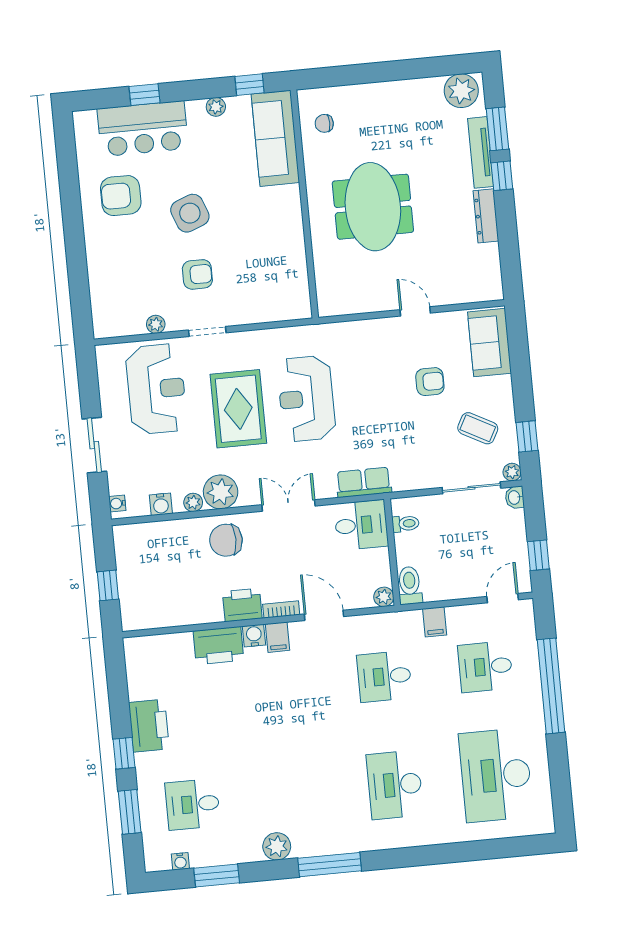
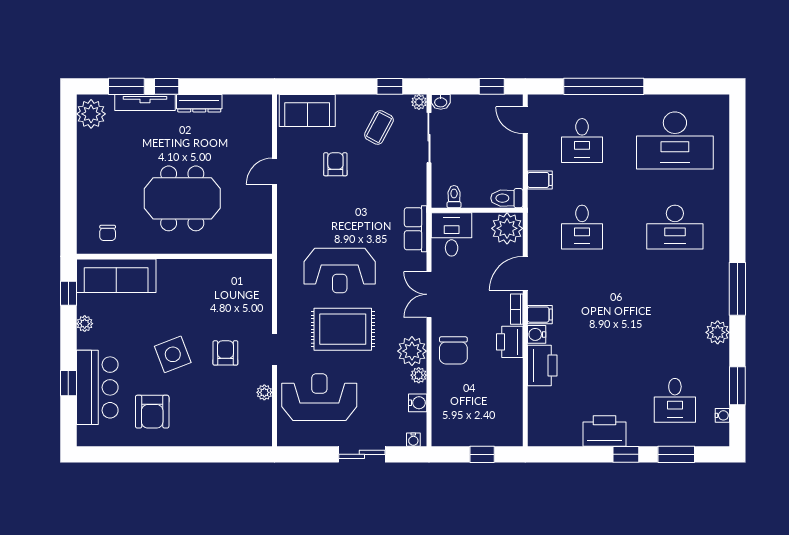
plant: (384, 597) -> (507, 228), width x1.88, depth x1.88

